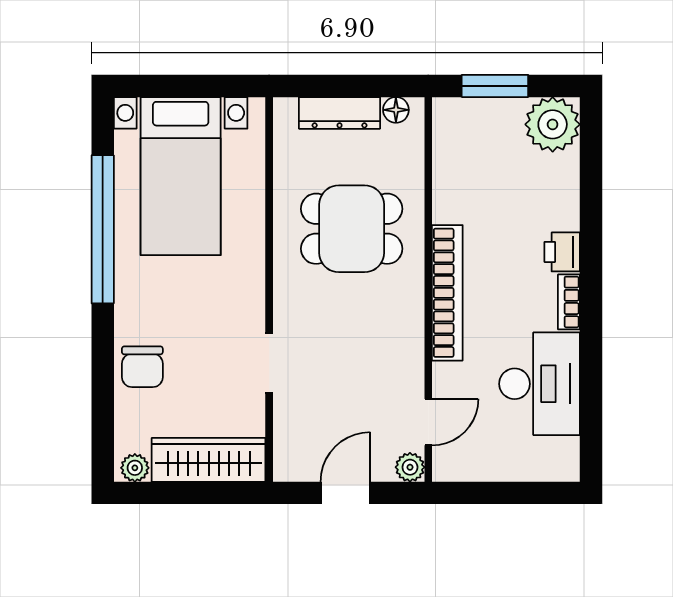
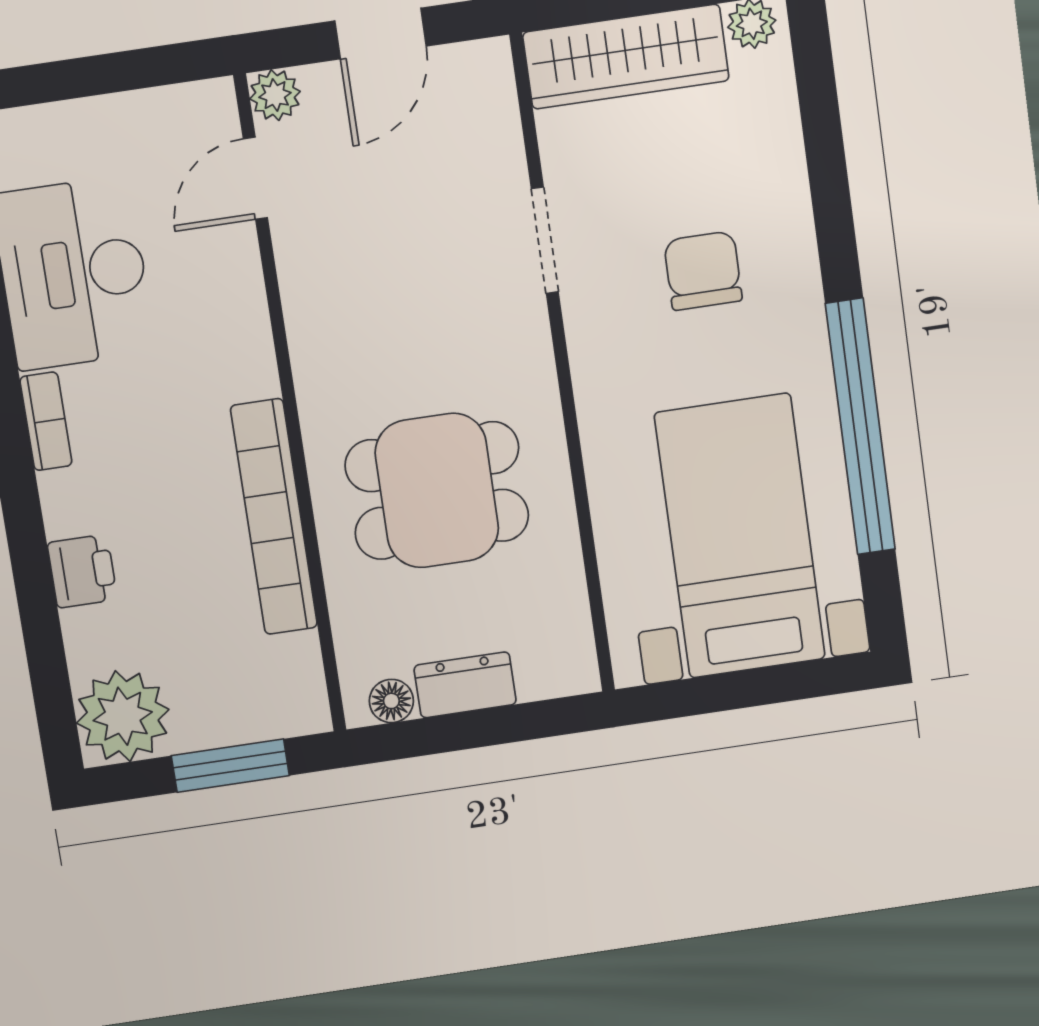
dresser: (340, 113) -> (465, 685), width x0.70
printer: (562, 252) -> (82, 571), moved
bookcase: (447, 293) -> (274, 517), moved
chair: (142, 367) -> (703, 271), moved

